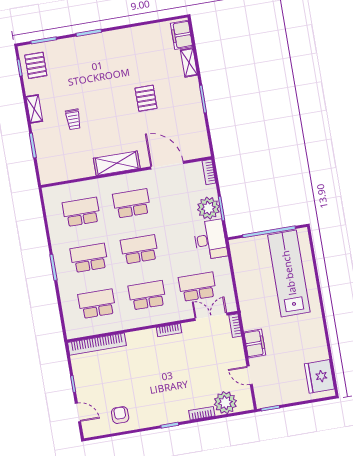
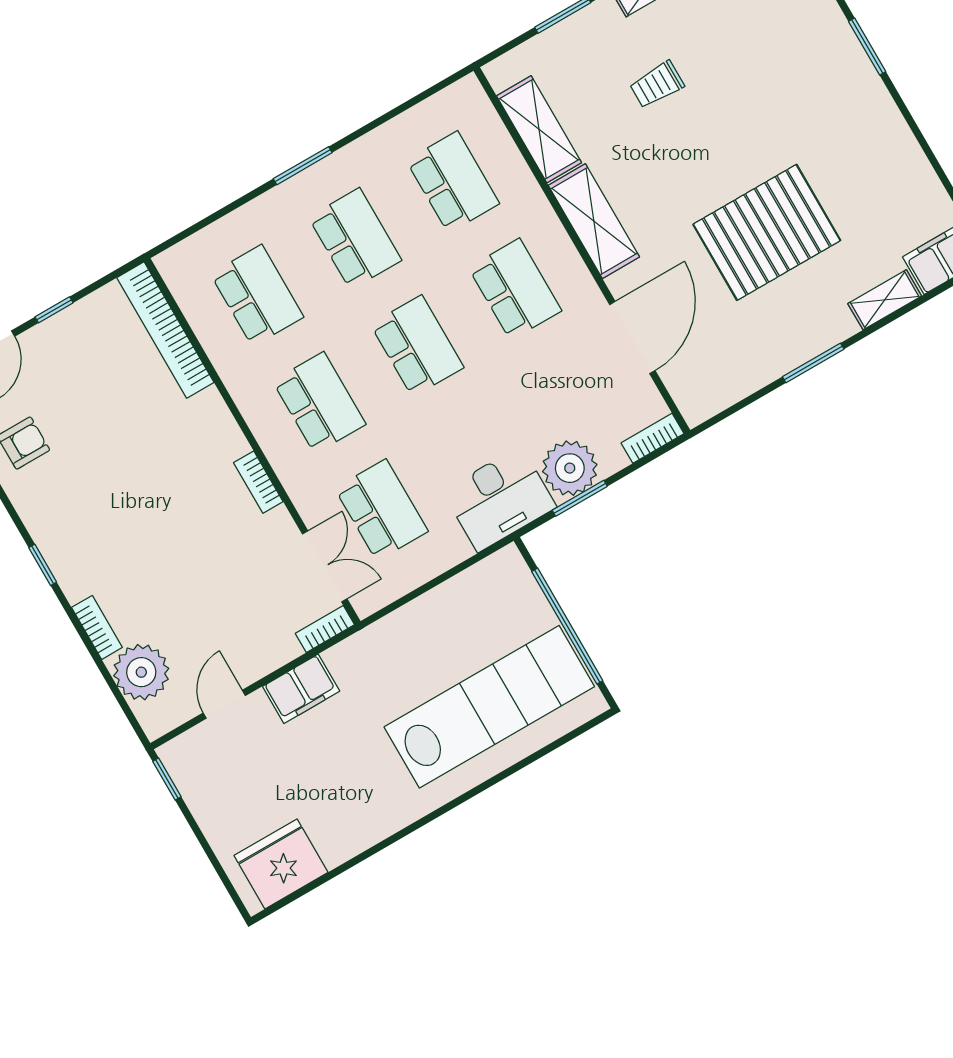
pallet: (146, 98) -> (767, 232), width x2.05, depth x2.00
shelving: (73, 171) -> (539, 129), added

